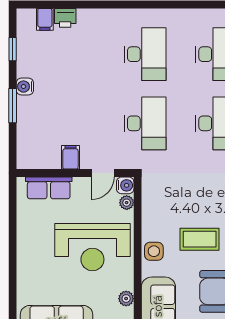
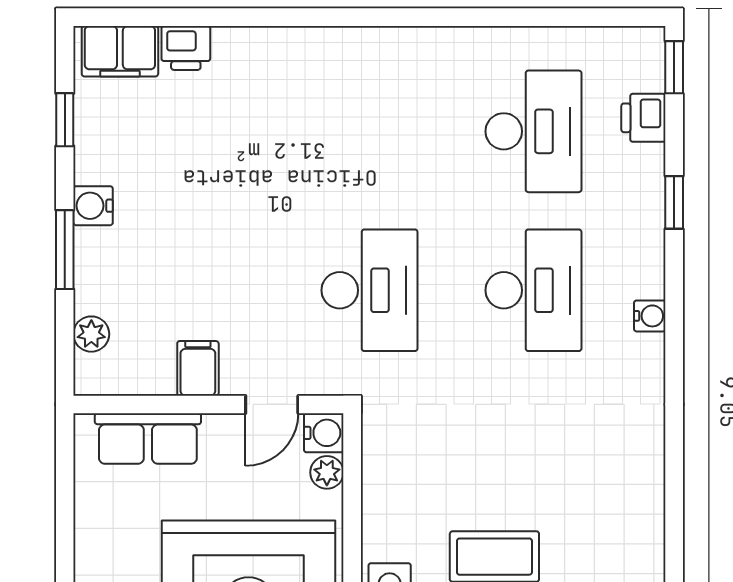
filing cabinet: (45, 19) -> (120, 51), width x2.00
desk: (145, 54) -> (369, 131), removed
plant: (24, 142) -> (91, 334), added

